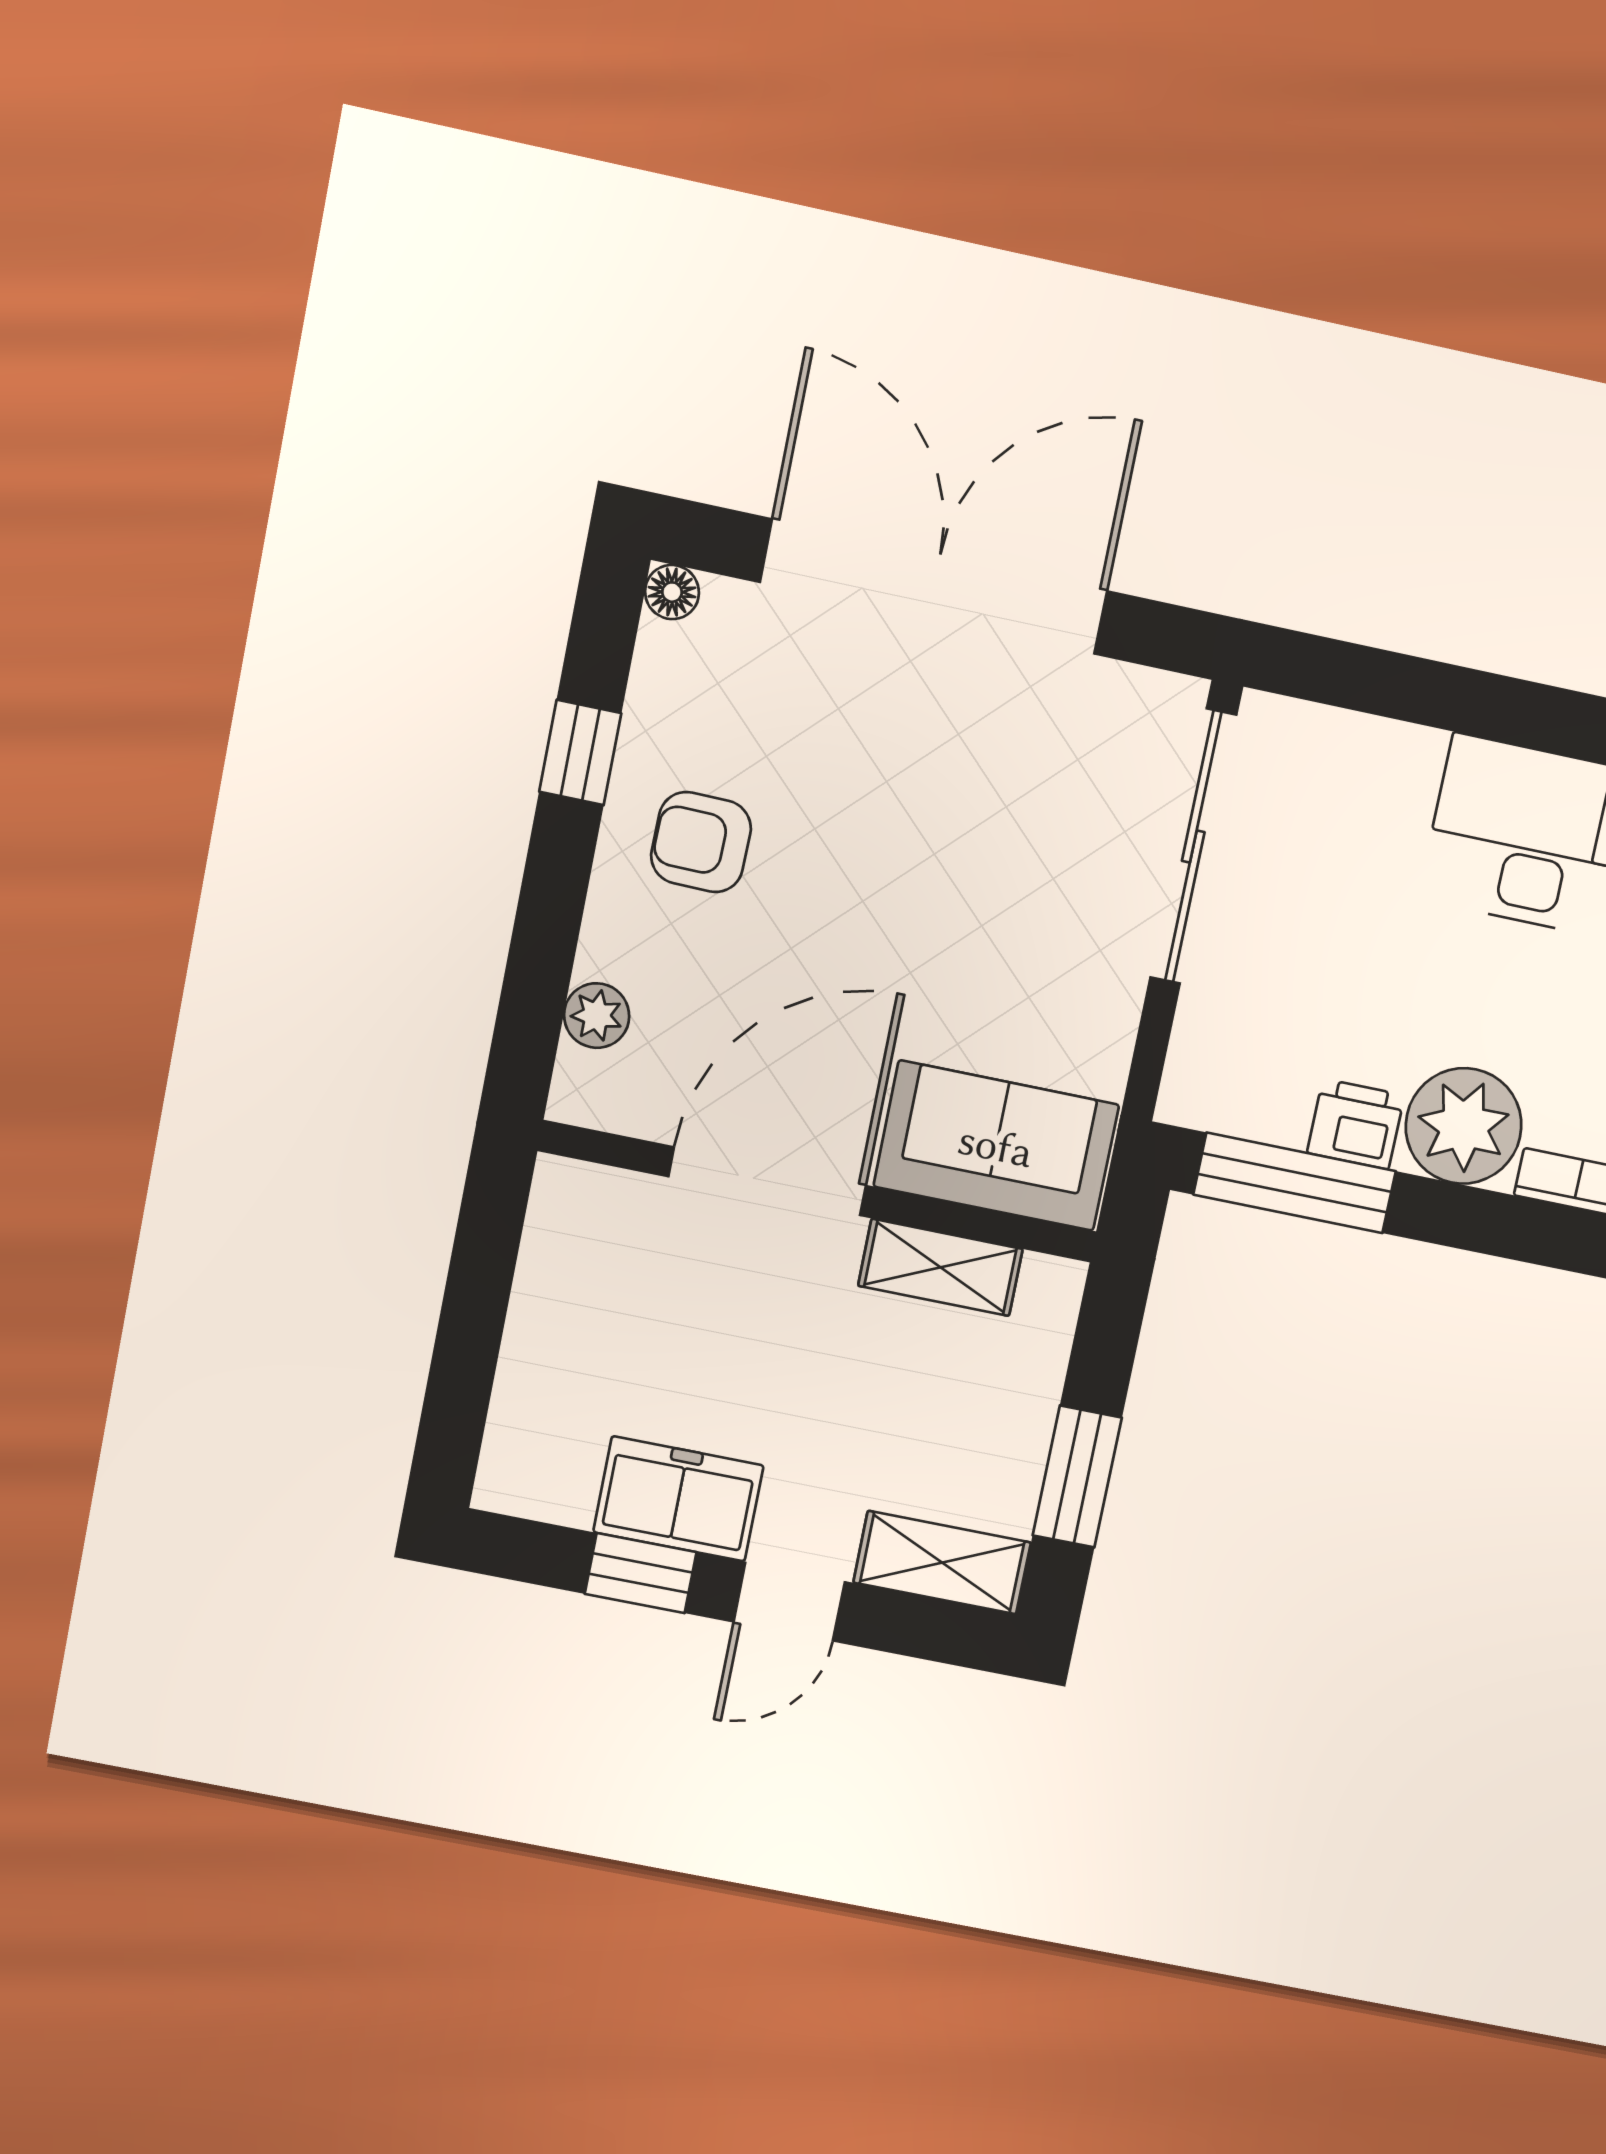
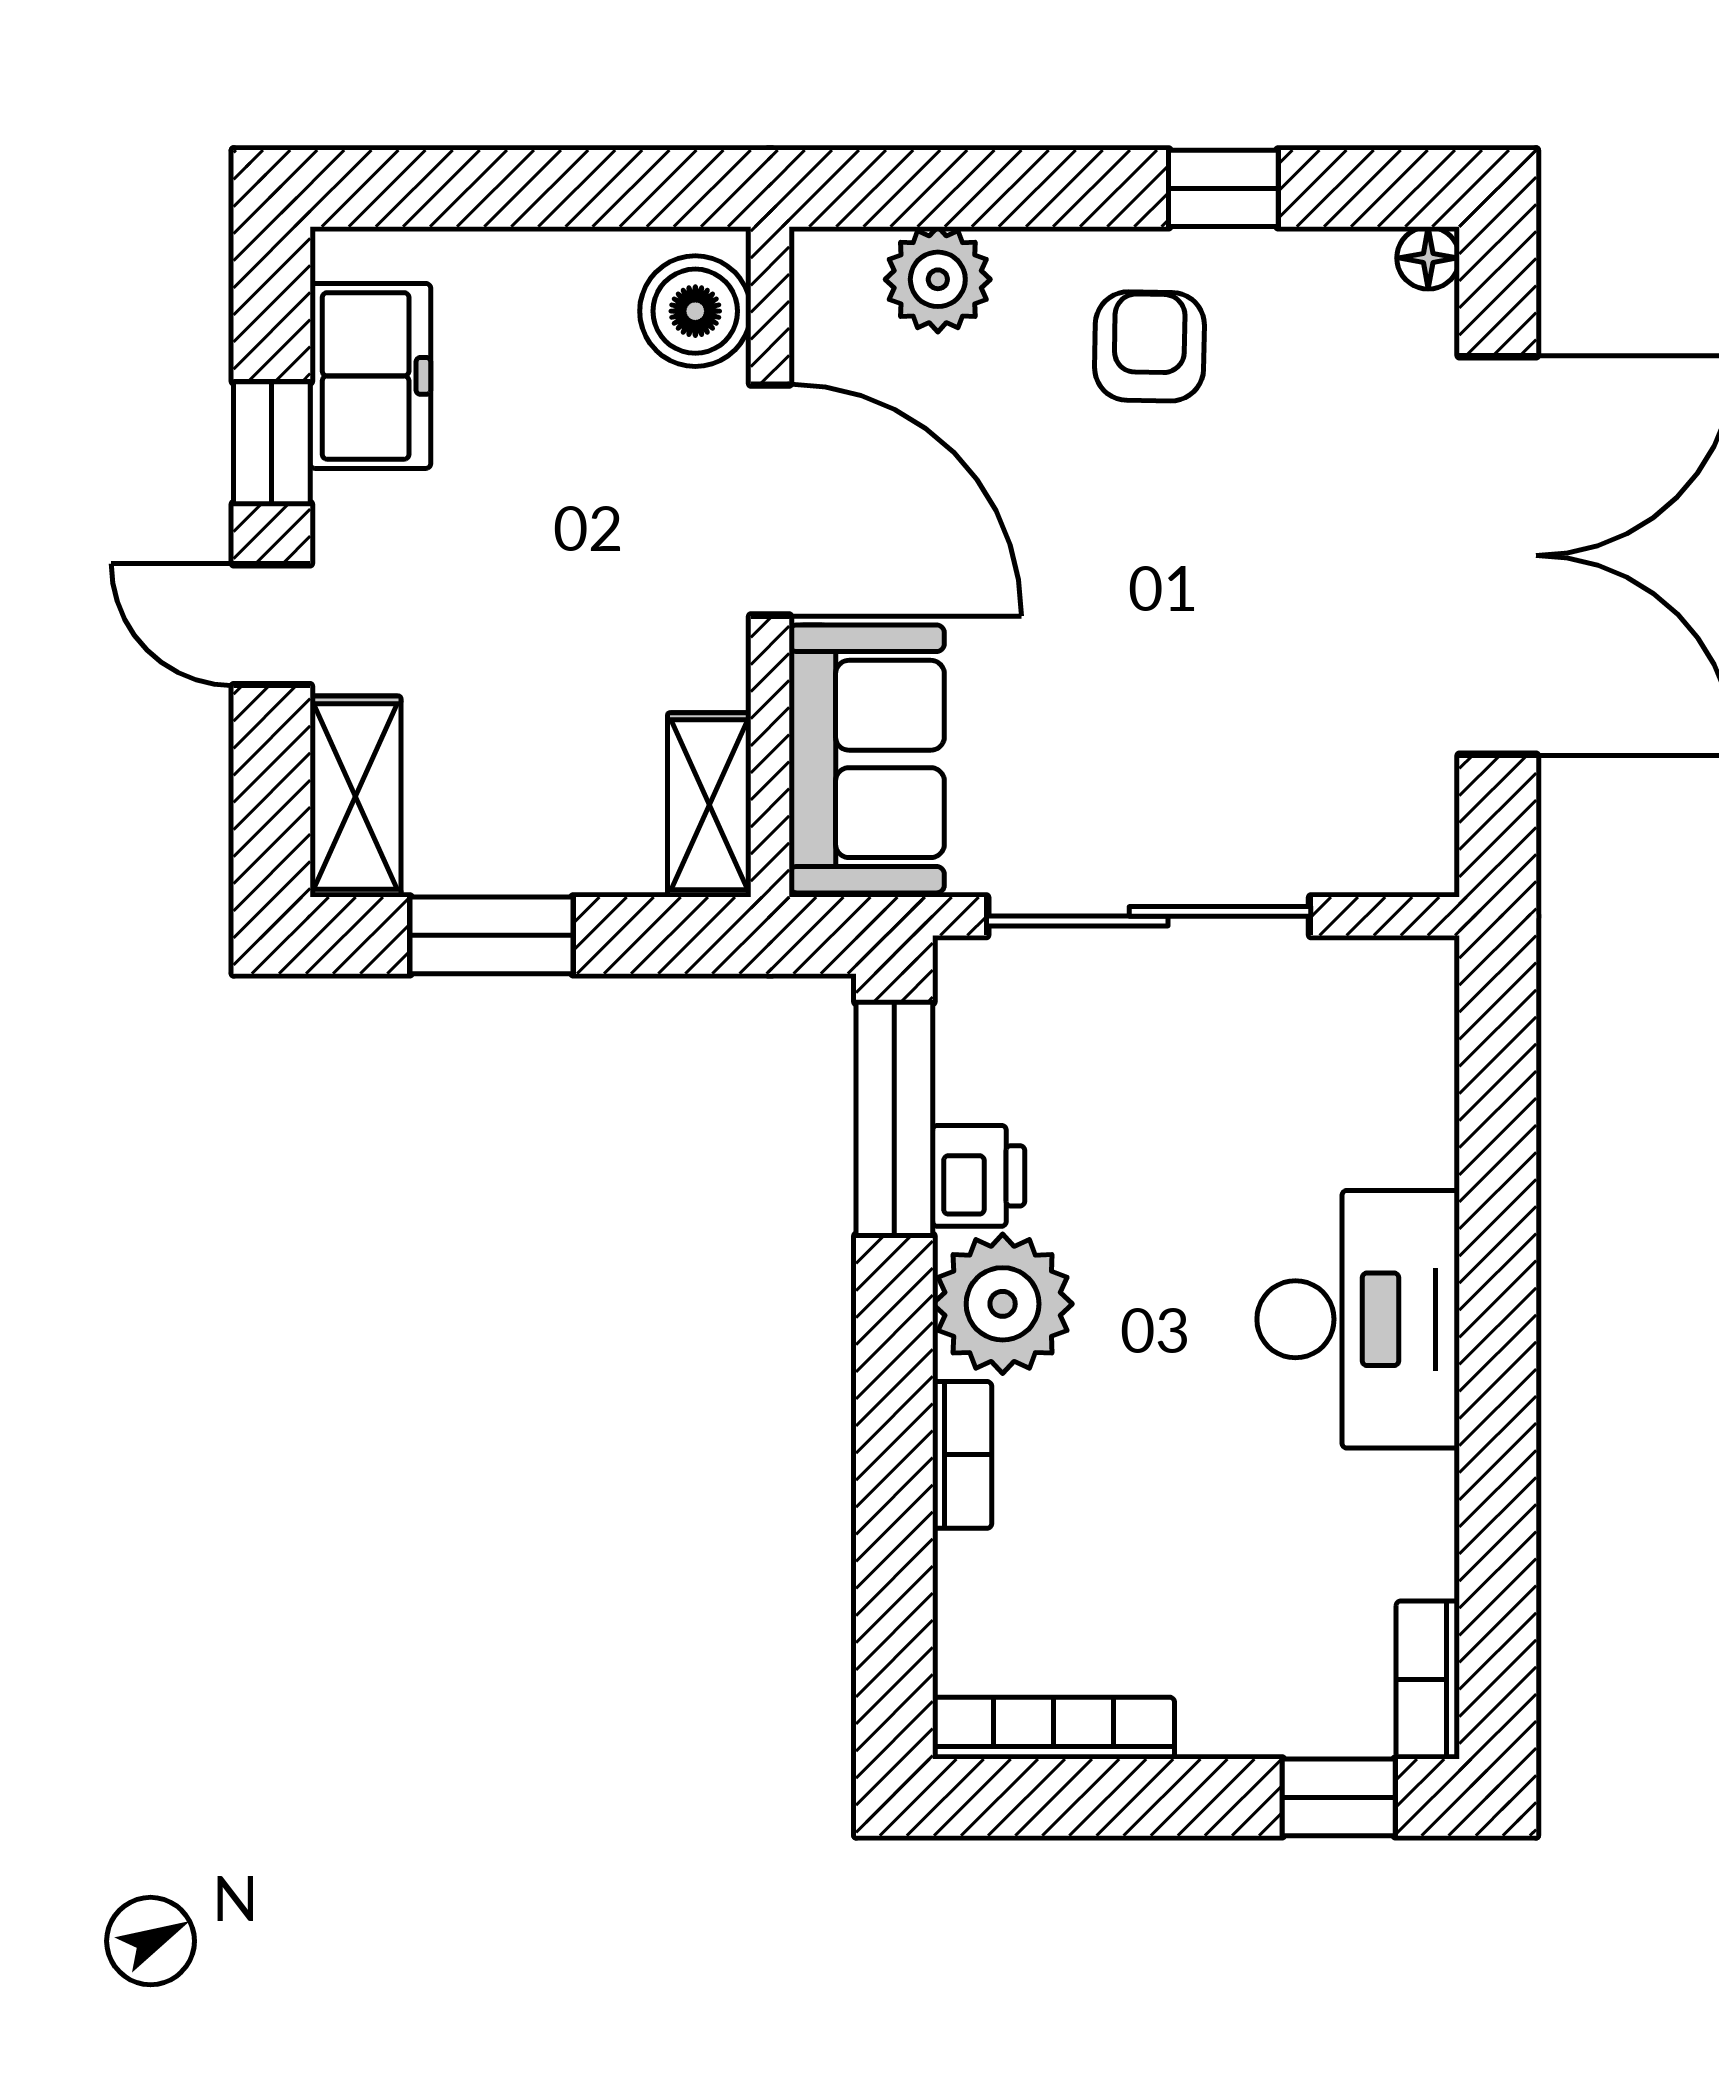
sliding door: (1193, 847) -> (1149, 916), moved
plant: (597, 1016) -> (938, 279), width x1.38, depth x1.38
boiler: (599, 1211) -> (695, 311), added
shelving: (940, 1267) -> (709, 805), moved
freezer: (678, 1499) -> (370, 376), moved

